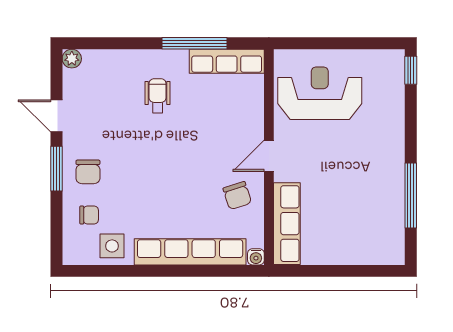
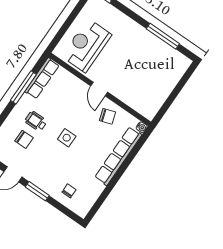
chair: (88, 172) -> (24, 139), moved
row of seats: (287, 224) -> (136, 102), removed
side table: (112, 246) -> (67, 138), moved

